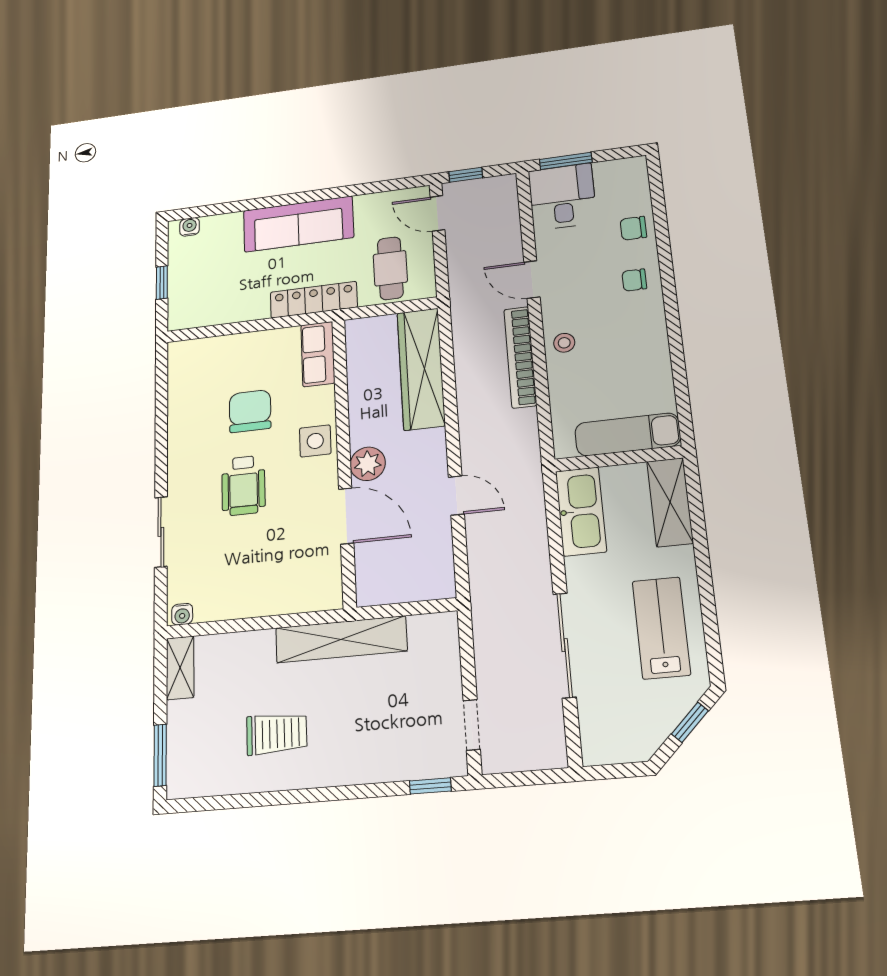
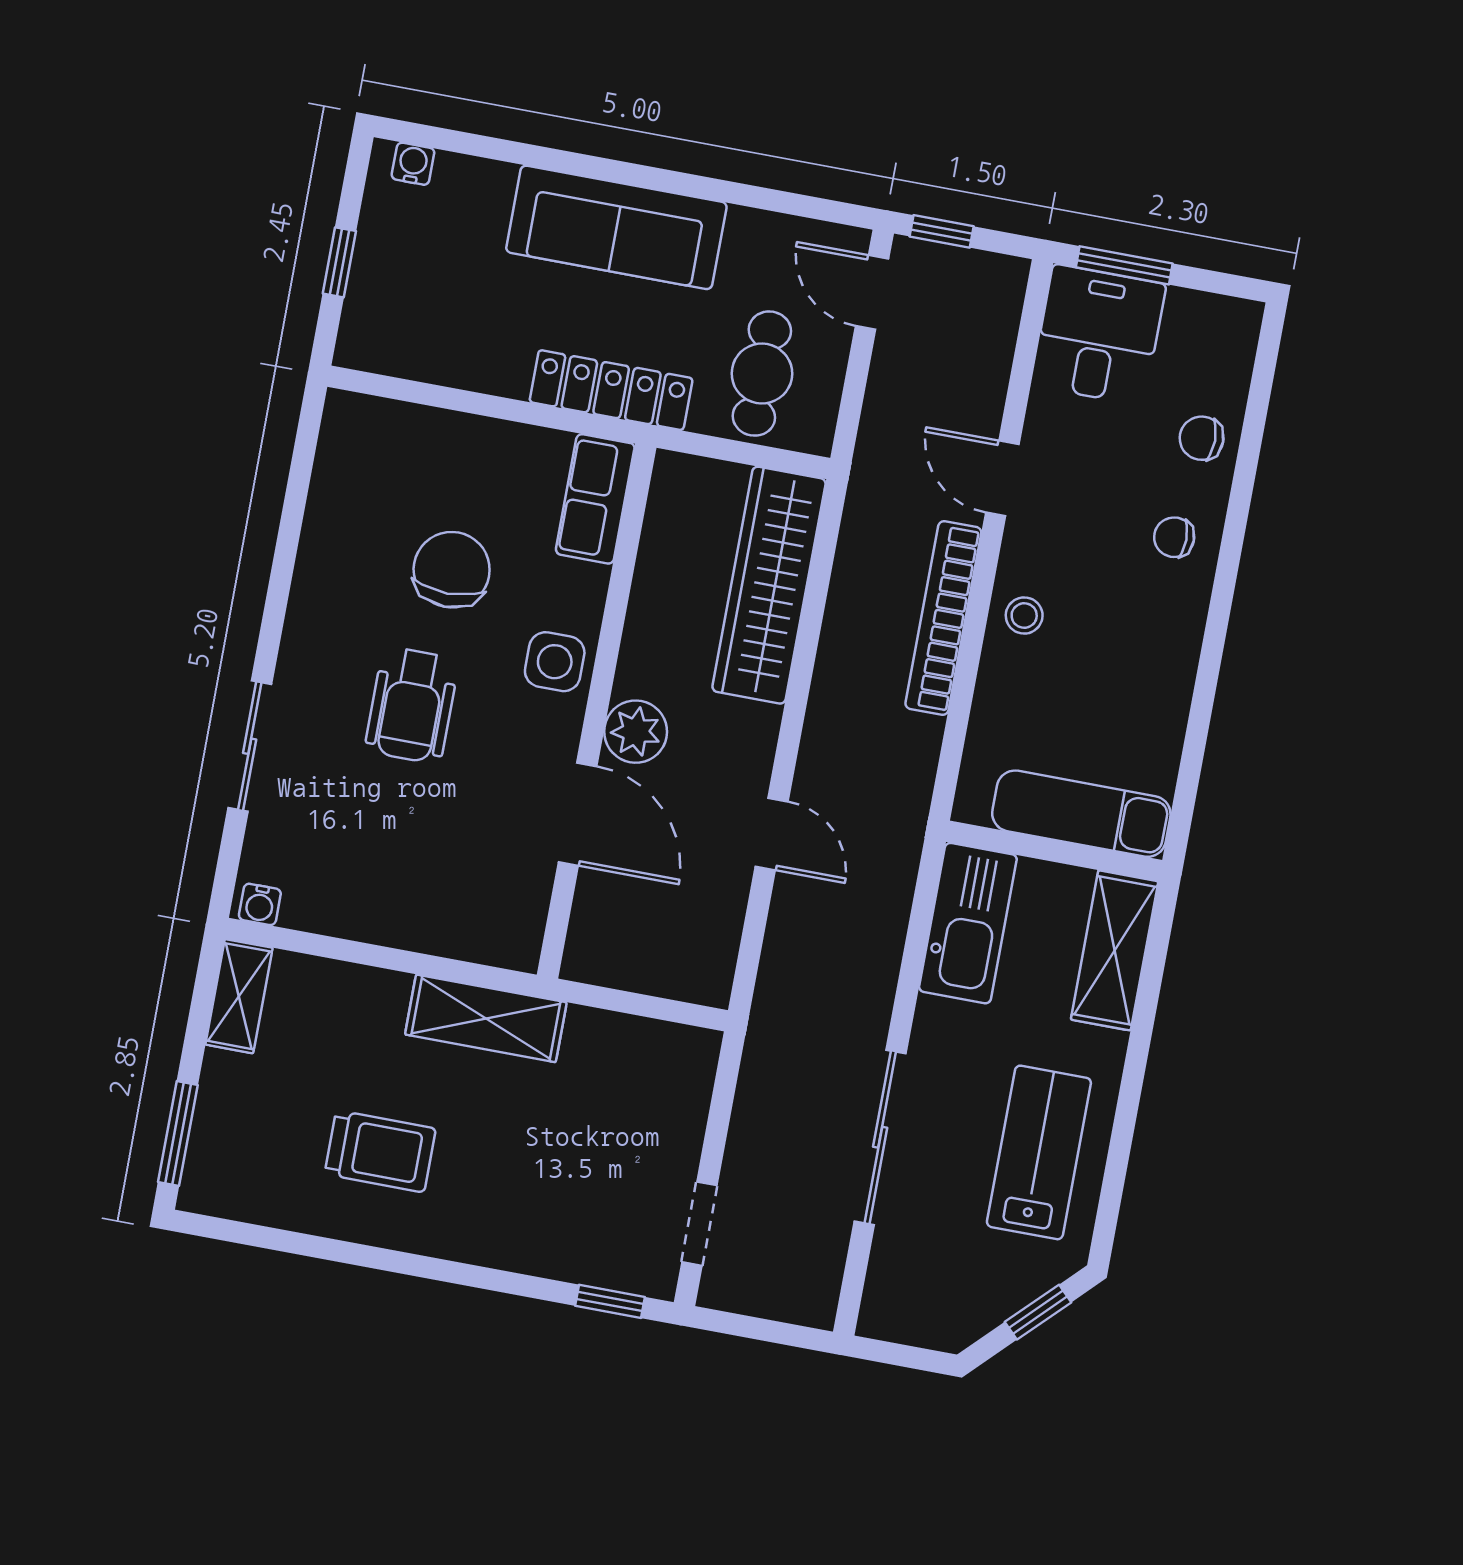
shelving: (341, 639) -> (486, 1018), width x0.68

